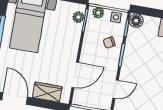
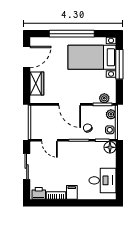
door: (75, 75) -> (70, 104), moved

